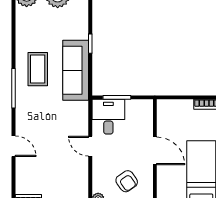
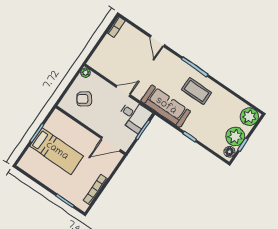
sofa: (76, 70) -> (166, 106), moved
door: (13, 146) -> (157, 41), hinge flipped
door: (155, 151) -> (111, 144), moved

